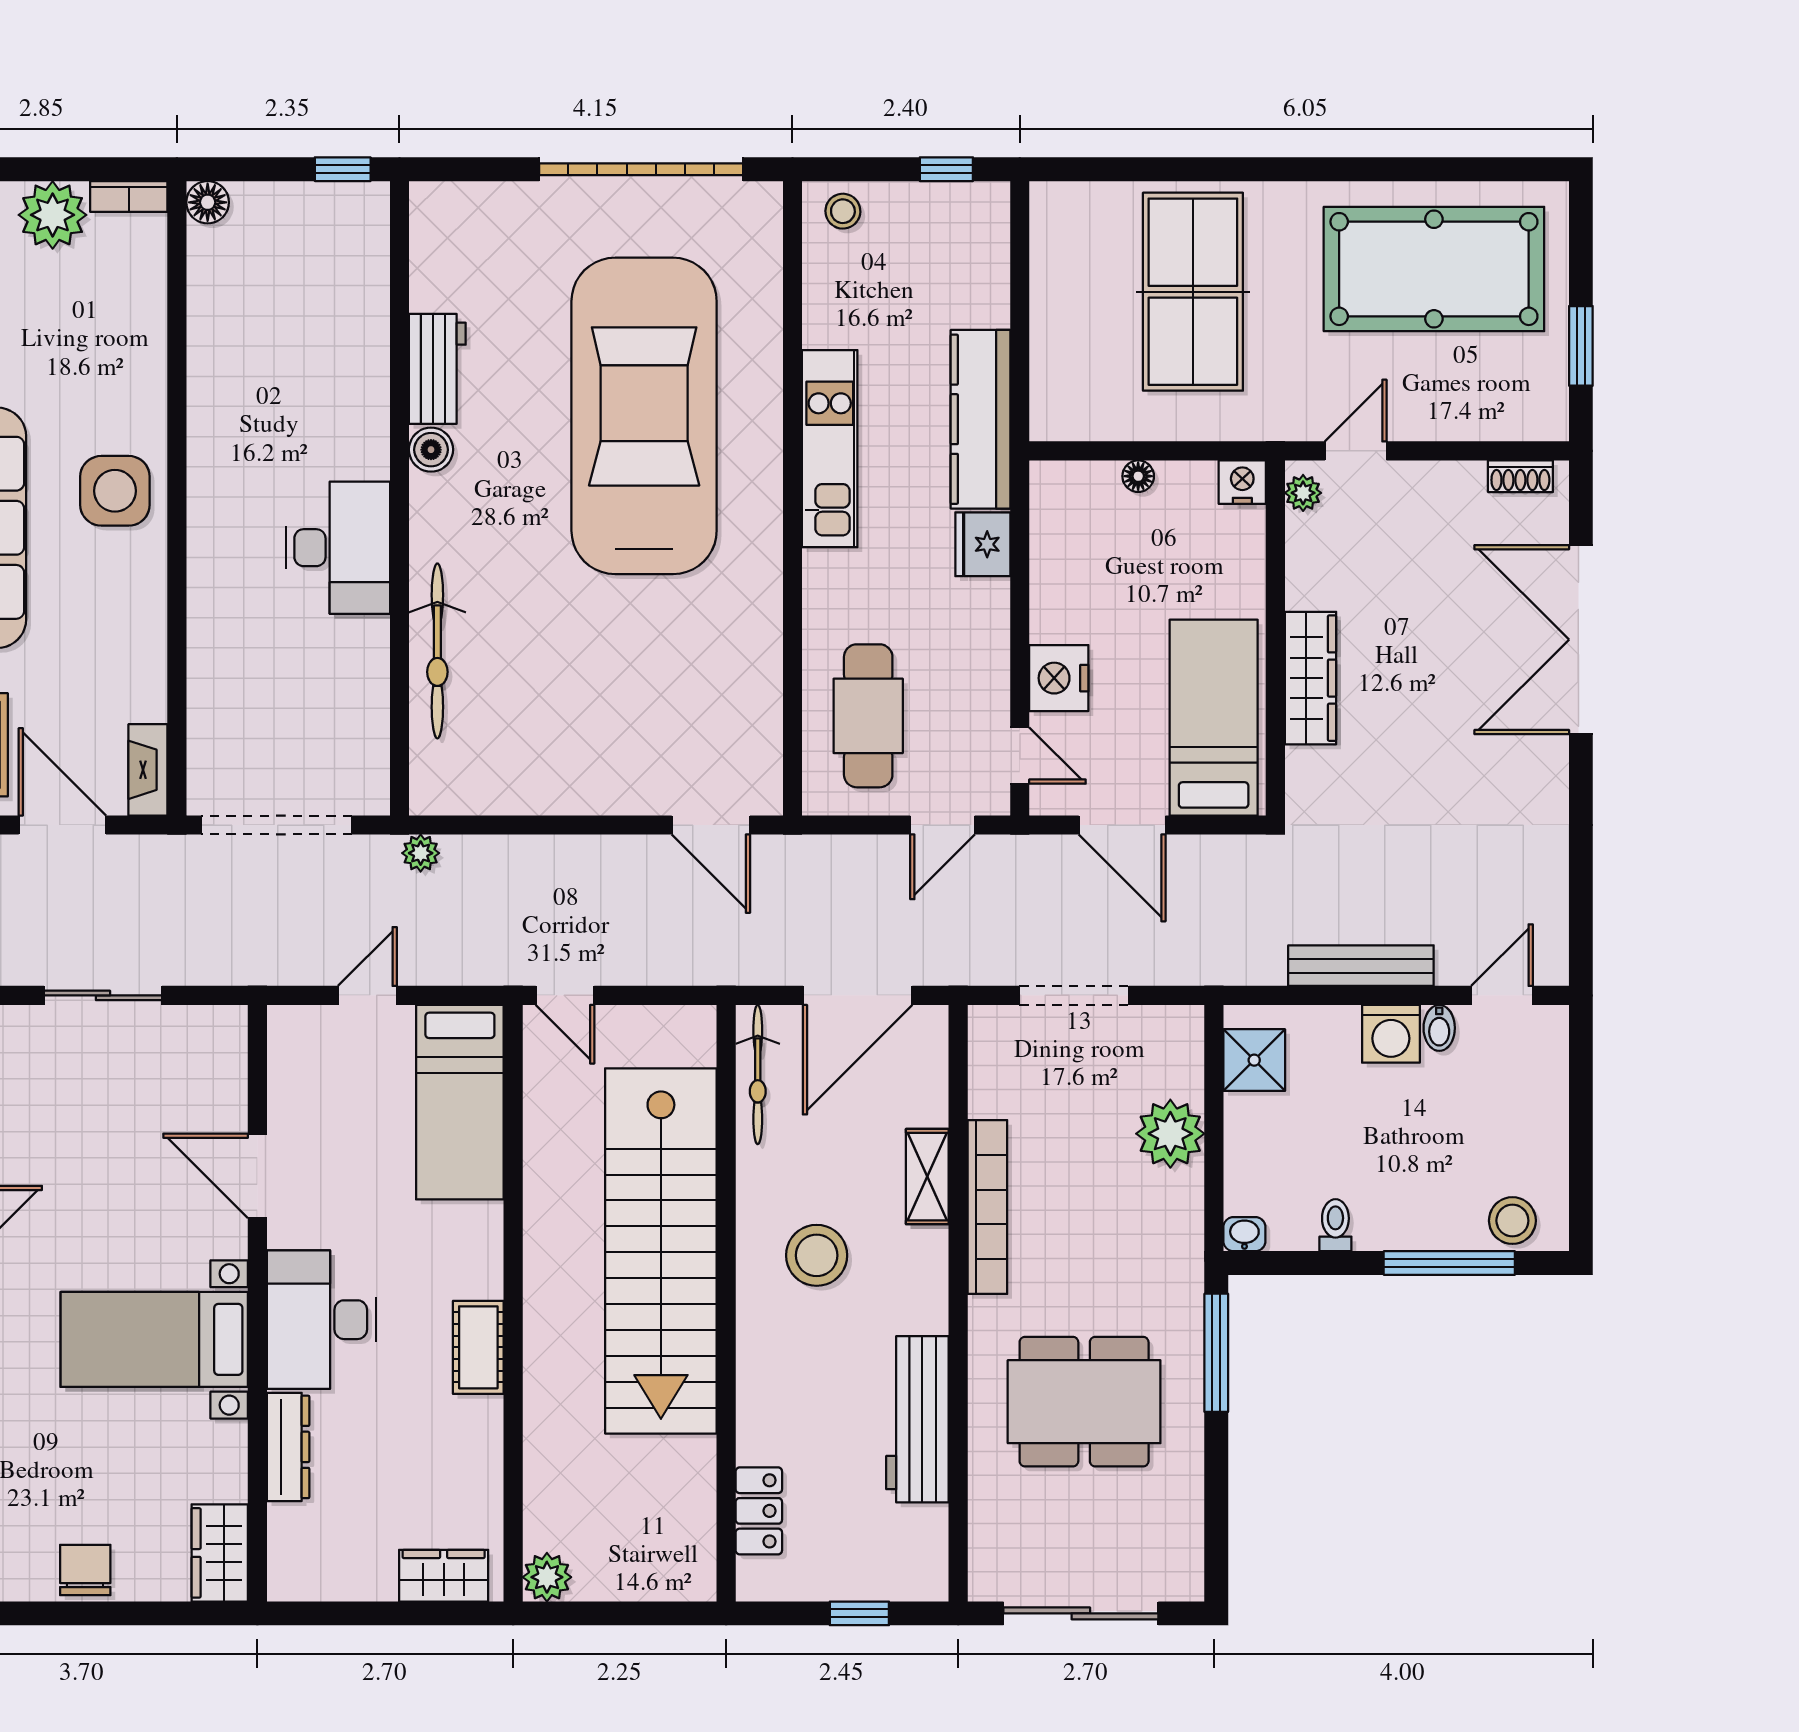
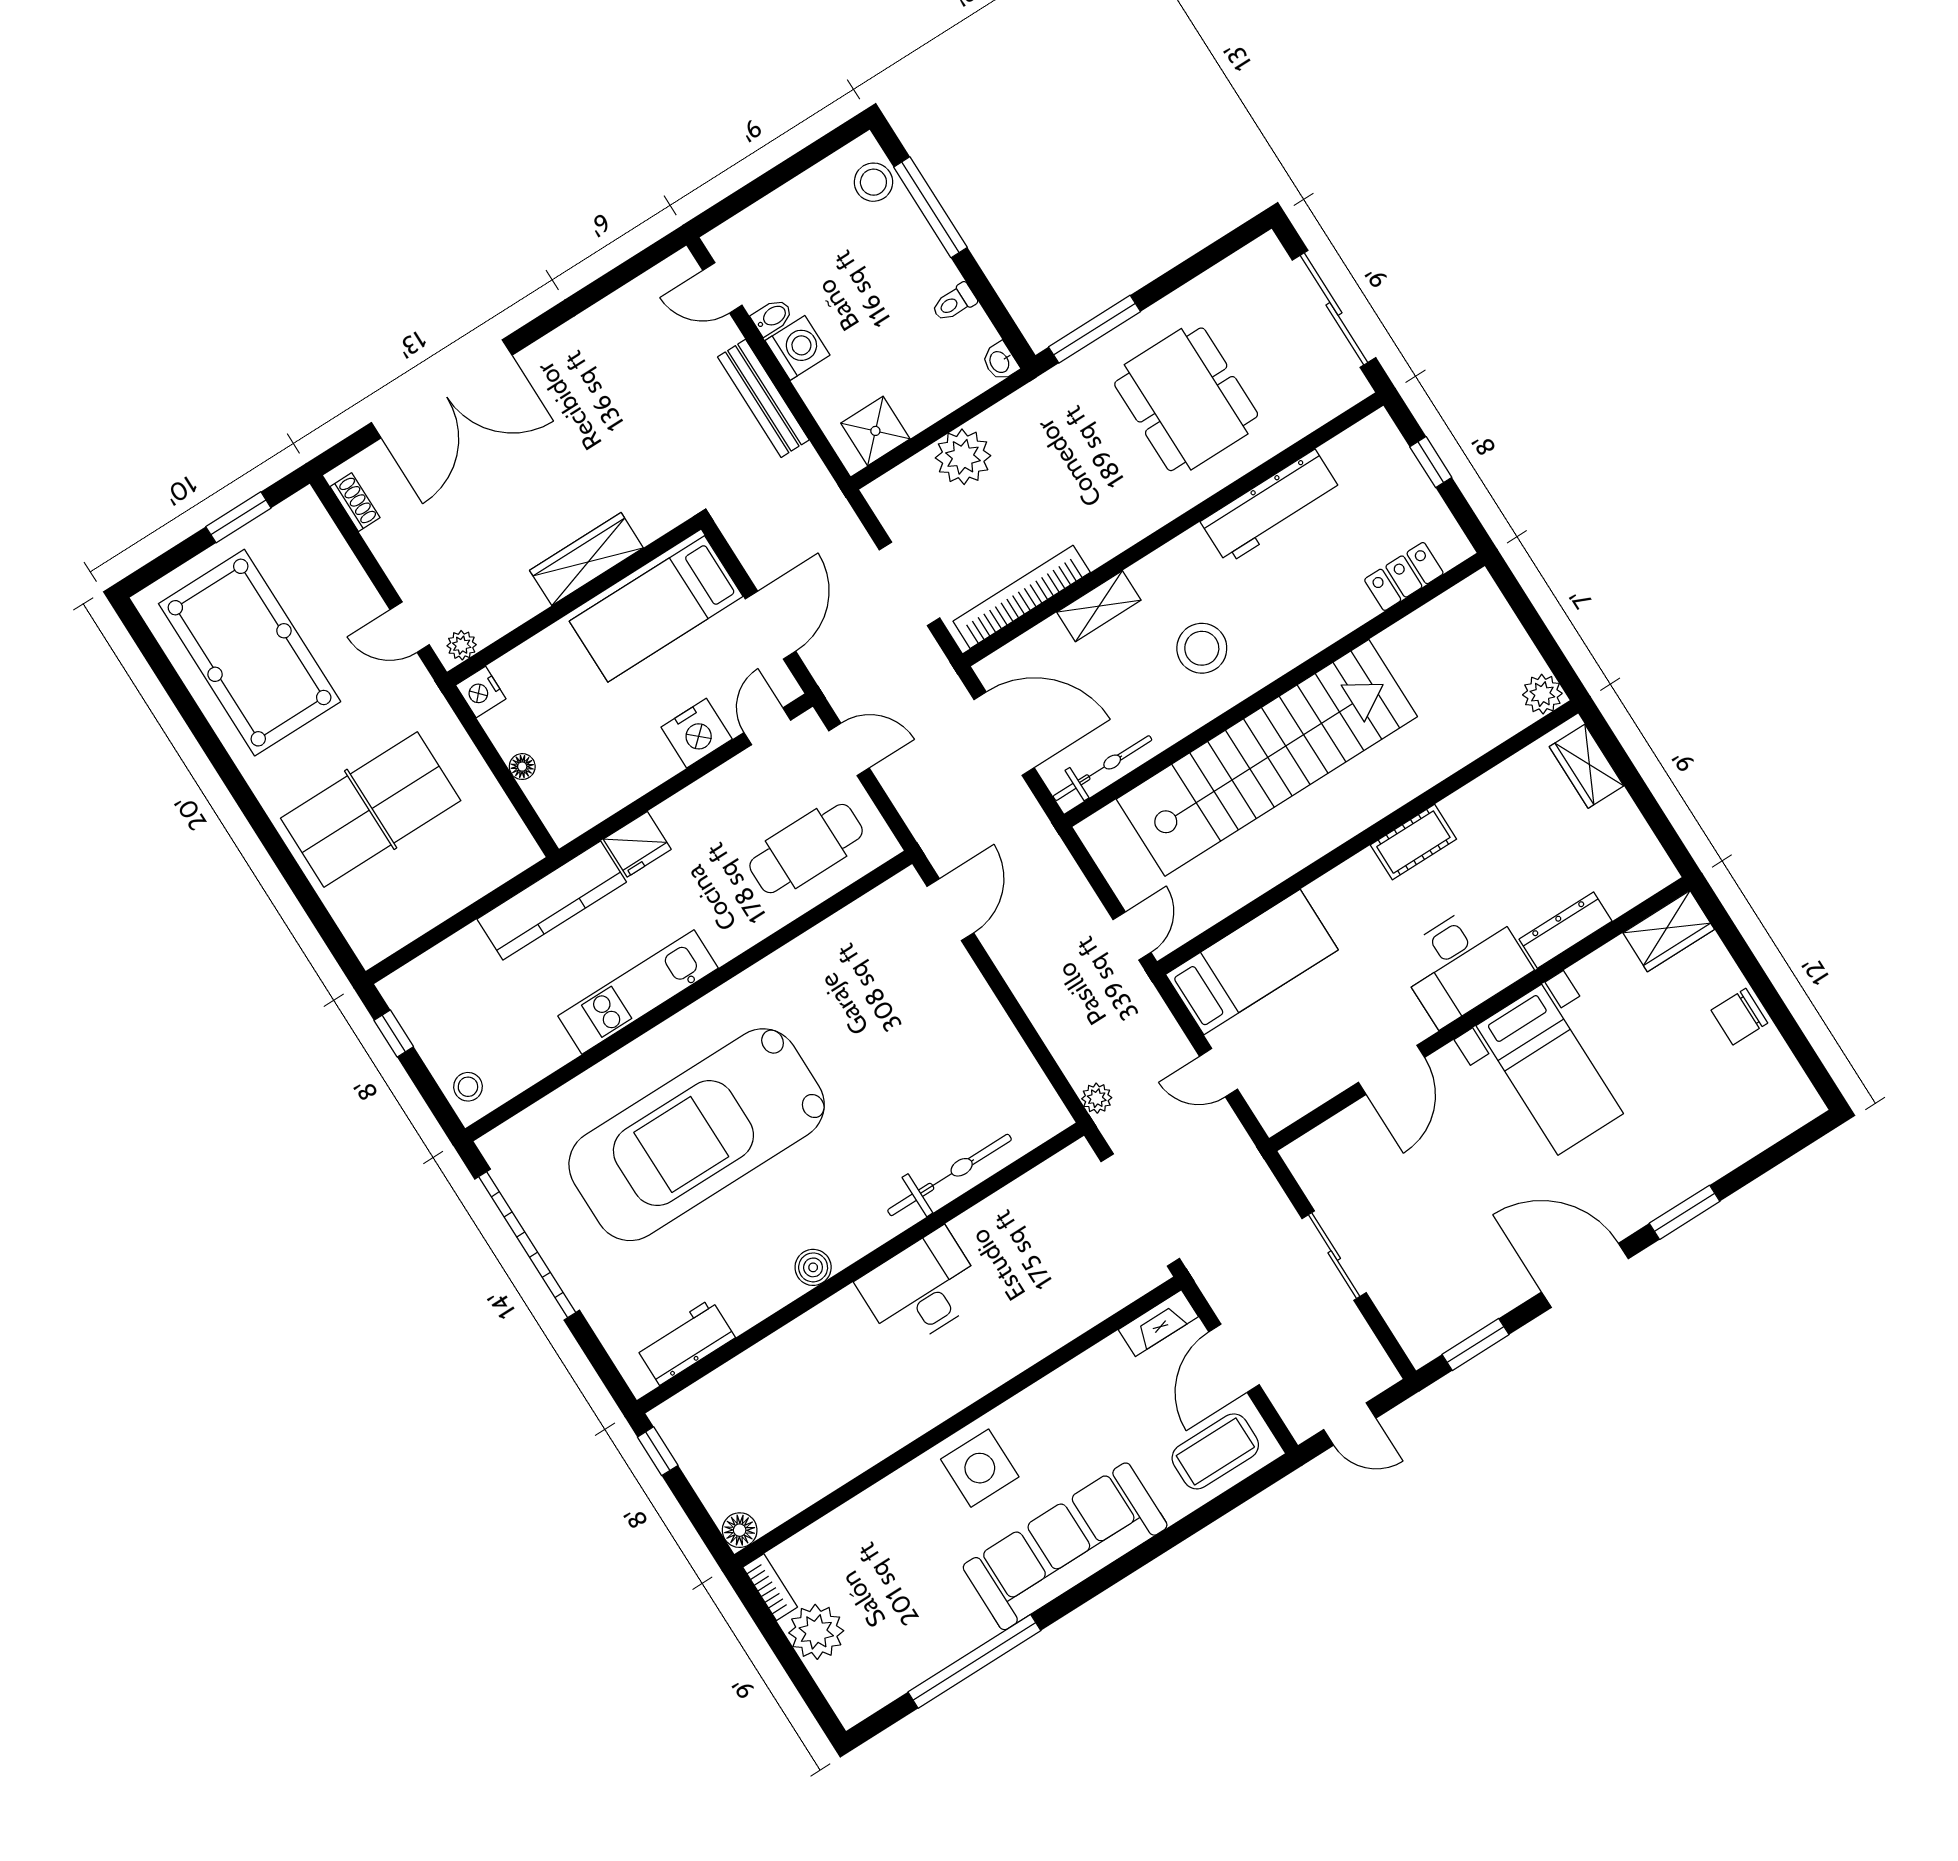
workbench: (437, 369) -> (685, 1342), moved
bookcase: (987, 1207) -> (1022, 597), moved

